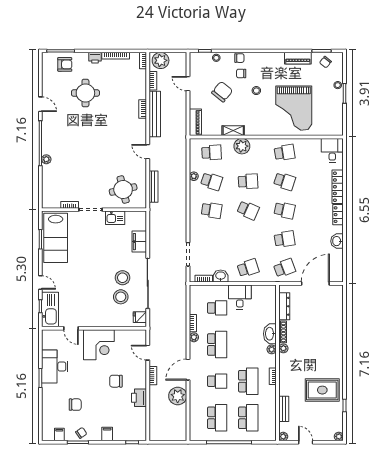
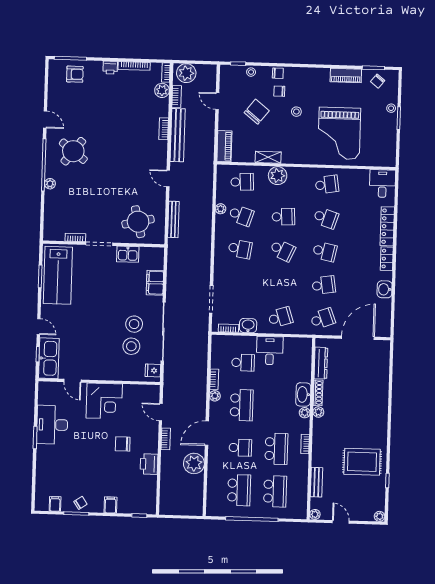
plant: (140, 76) -> (162, 90), added
round table: (85, 93) -> (73, 151), moved, turned 38
chair: (75, 405) -> (75, 470), removed

